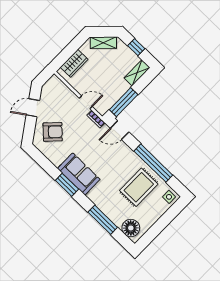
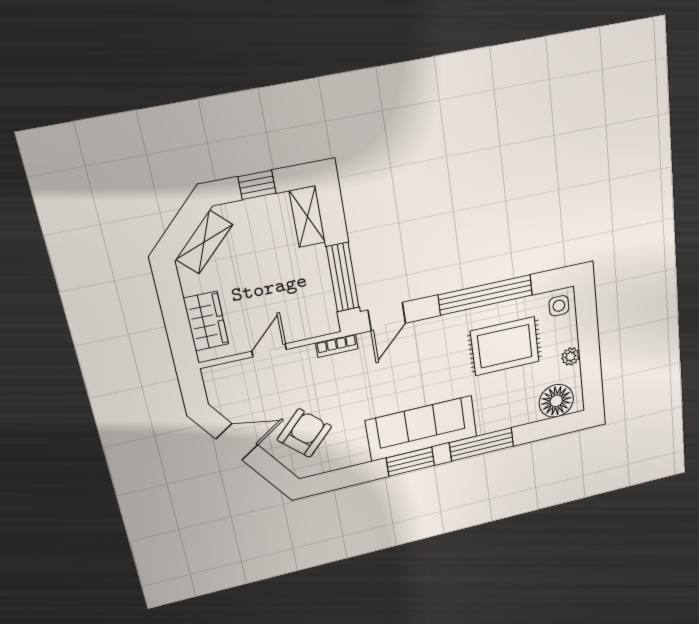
door: (86, 102) -> (269, 350), moved
door: (33, 108) -> (237, 442), swing flipped
sofa: (79, 174) -> (422, 429), width x1.36
rug: (139, 187) -> (505, 346), turned 90
plant: (153, 219) -> (571, 356), added
window: (103, 220) -> (481, 444), moved

